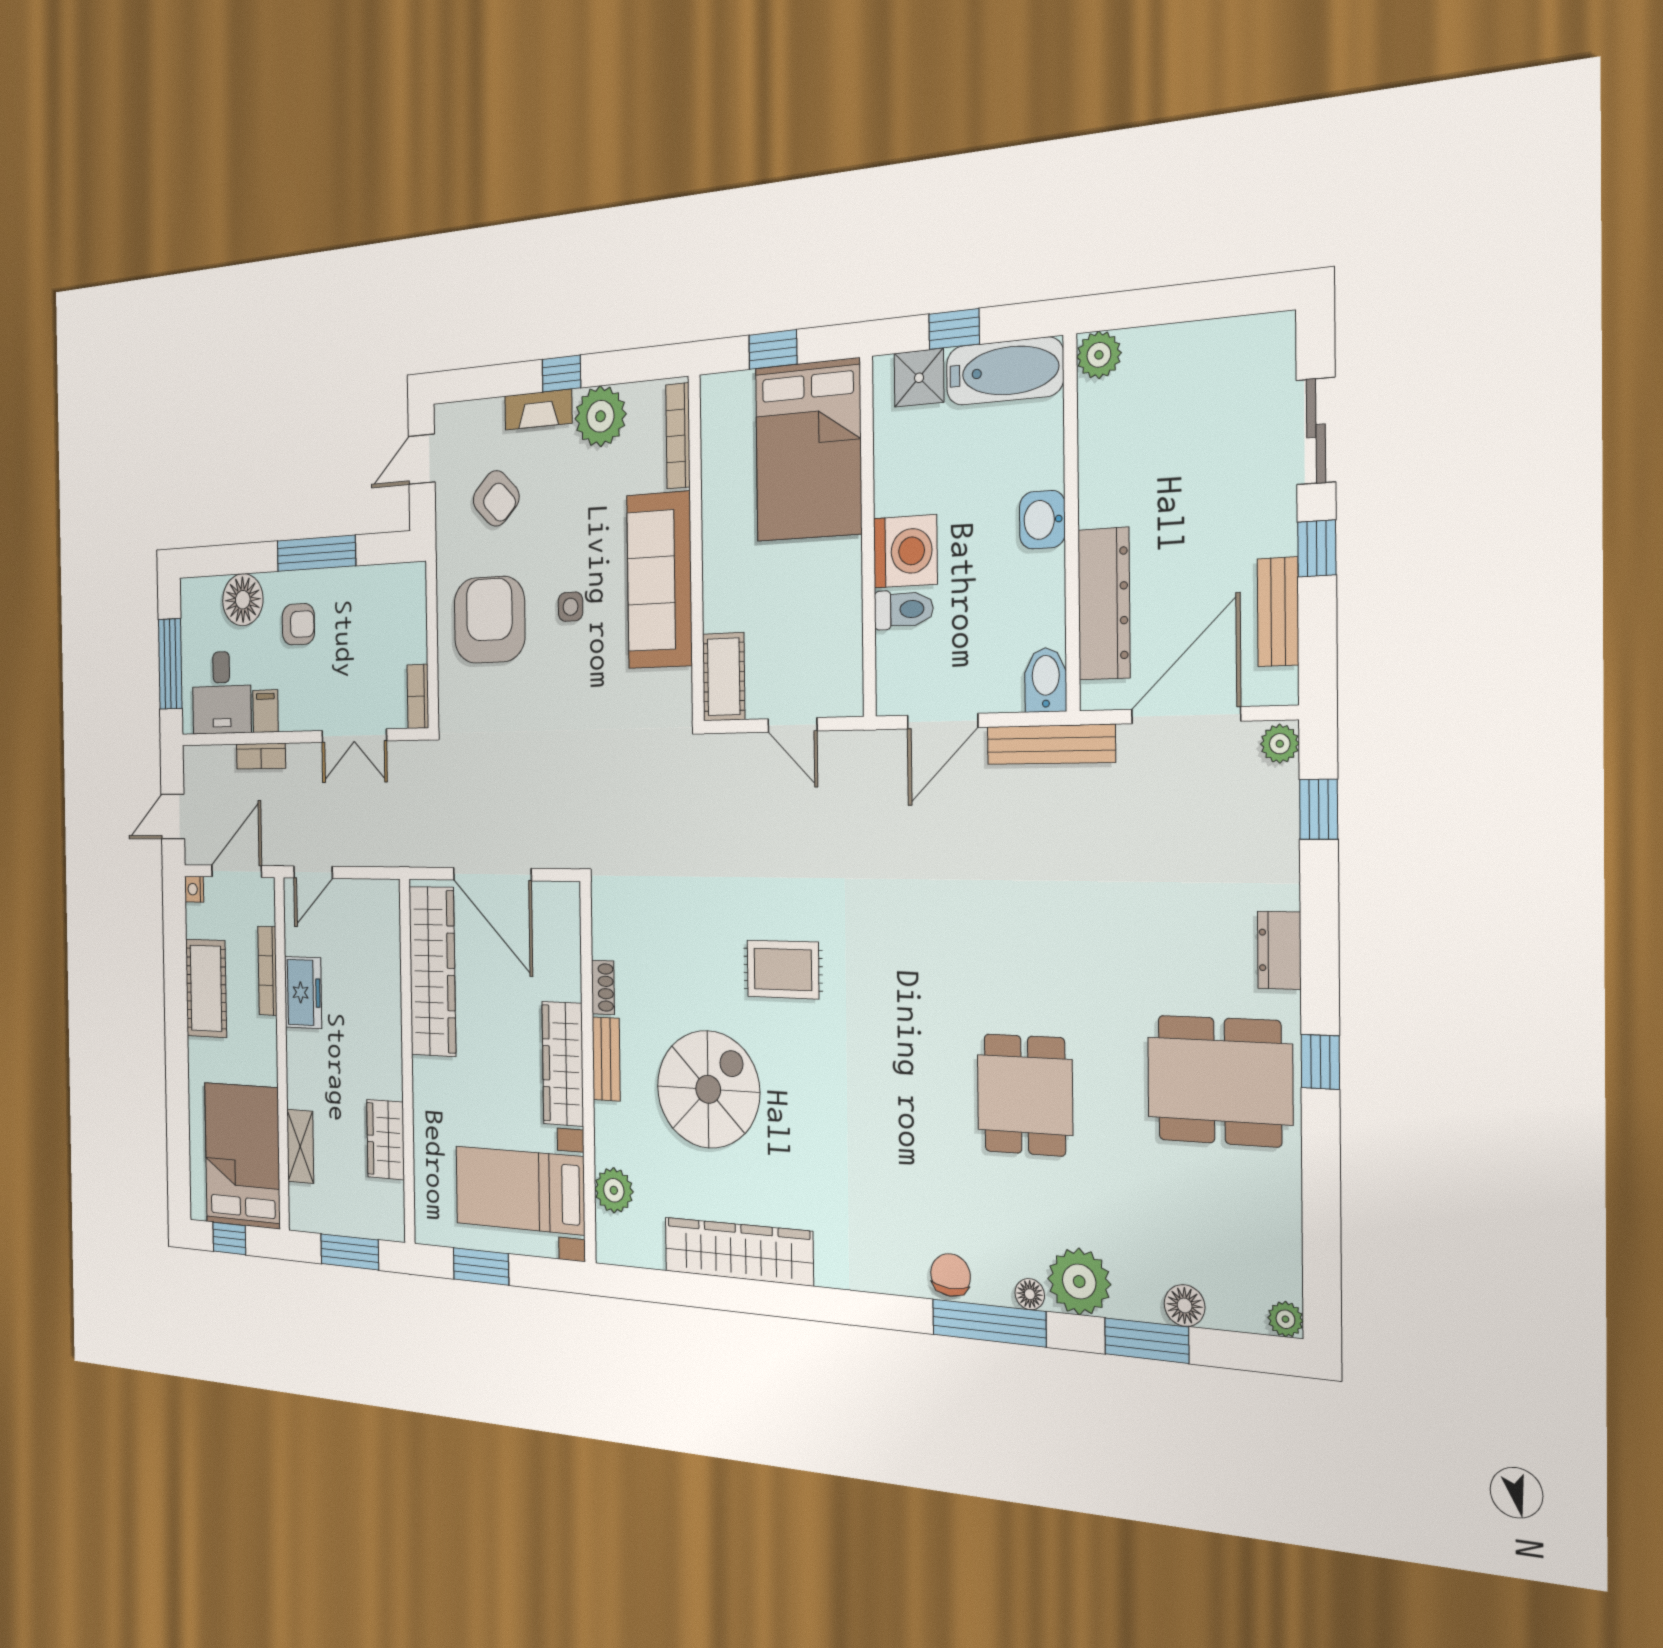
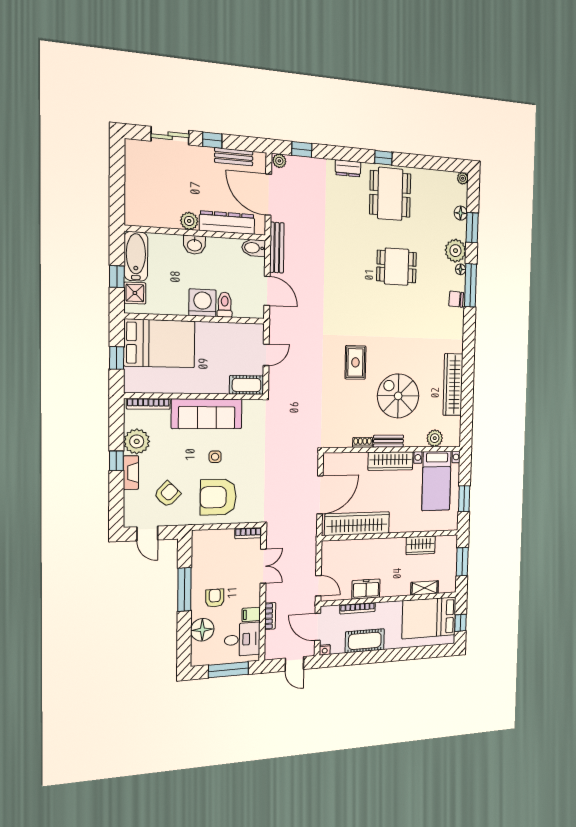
plant: (1099, 355) -> (189, 221), moved

